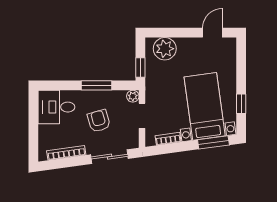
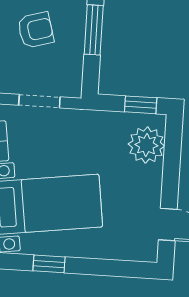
window: (140, 68) -> (141, 105), moved
plant: (133, 96) -> (72, 88), removed

